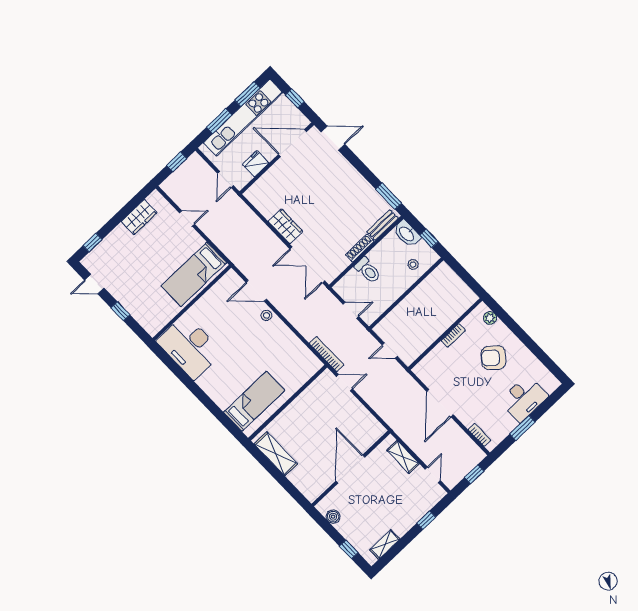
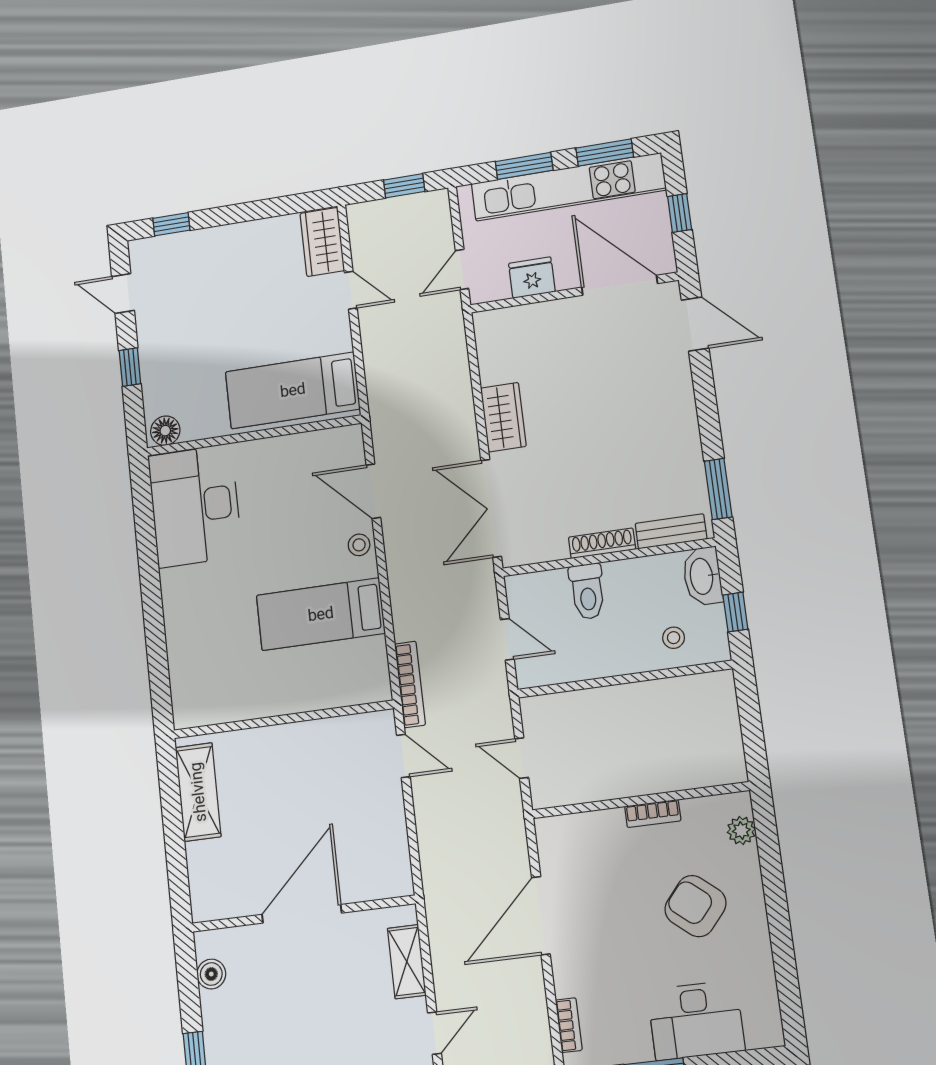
wardrobe: (139, 217) -> (322, 242), moved, turned 90
floor lamp: (155, 326) -> (165, 431), added
bed: (254, 401) -> (321, 614), moved, turned 180

